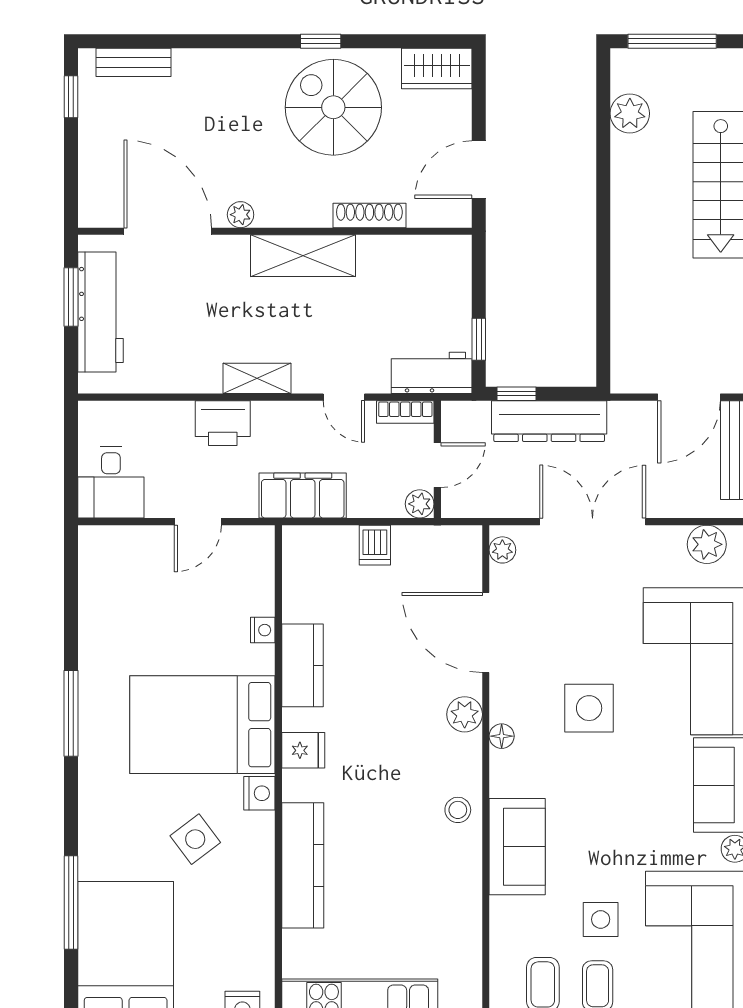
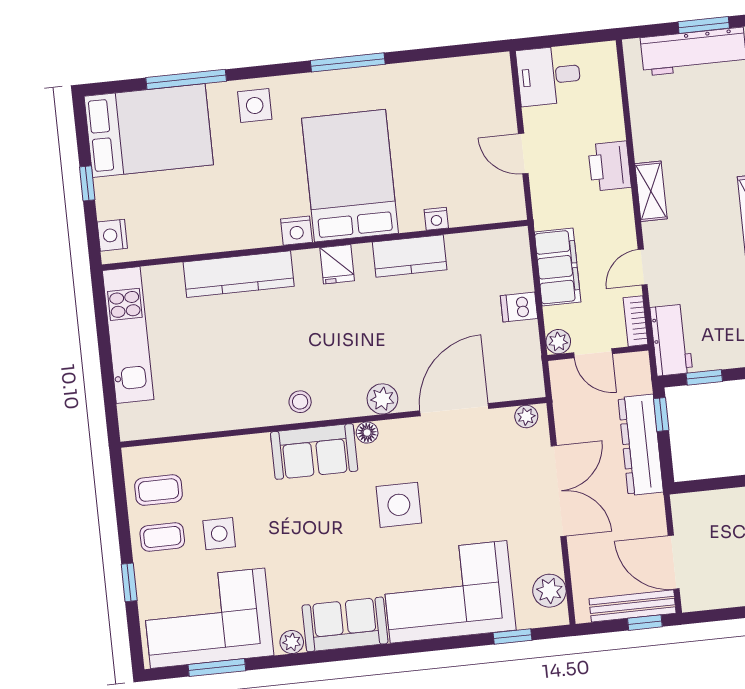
filing cabinet: (303, 496) -> (558, 267), moved
side table: (195, 839) -> (255, 105), moved, turned 37
sofa: (517, 847) -> (314, 451), moved

